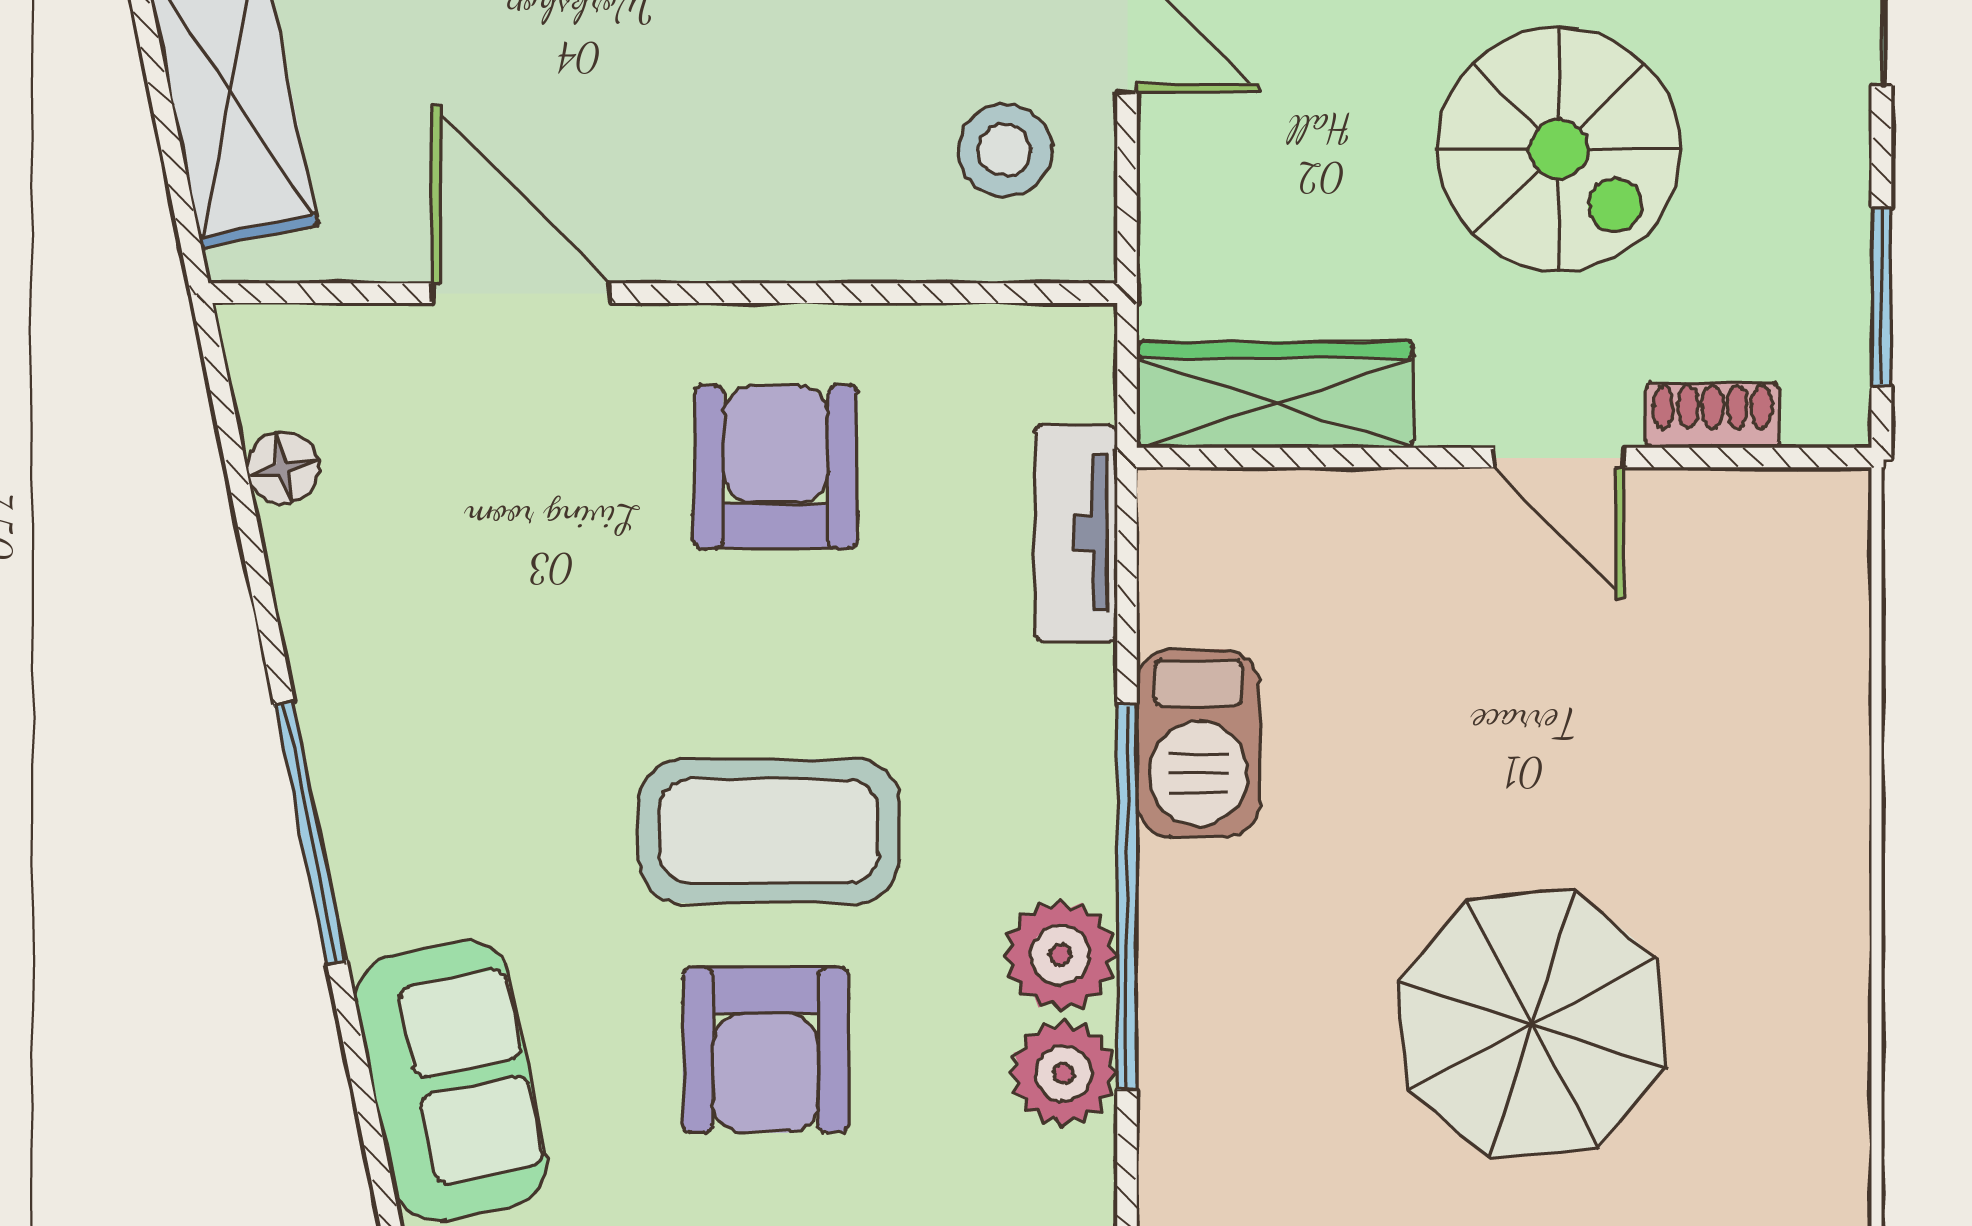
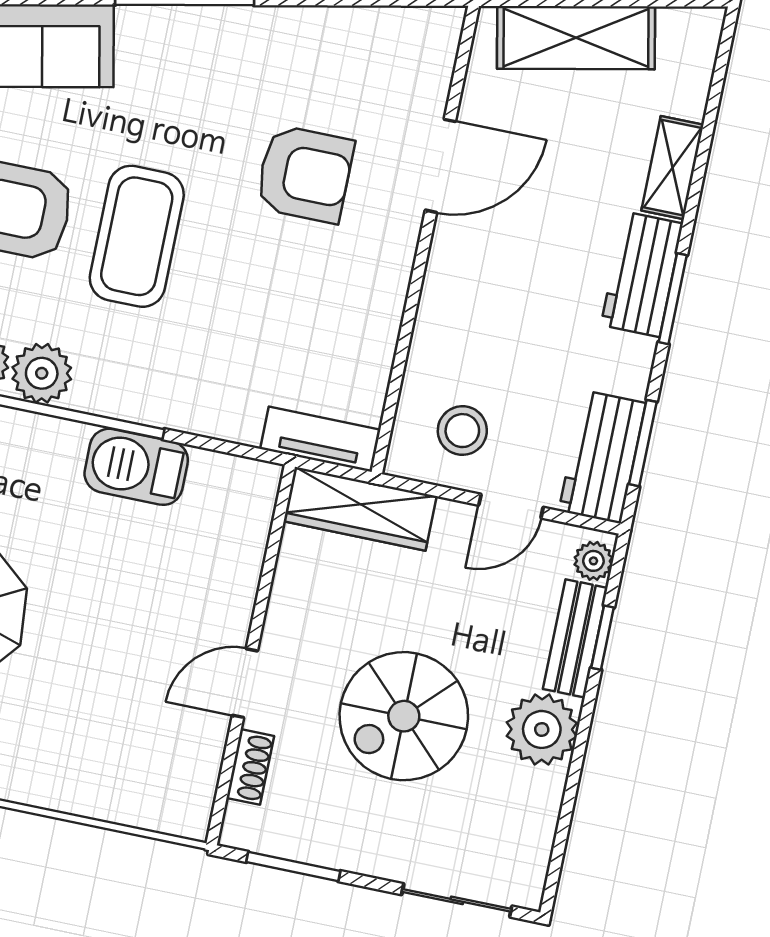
wardrobe: (1275, 395) -> (360, 509), moved, turned 90
armchair: (776, 467) -> (305, 174), moved
floor lamp: (283, 468) -> (376, 25), removed
tv unit: (1076, 533) -> (320, 439), moved

